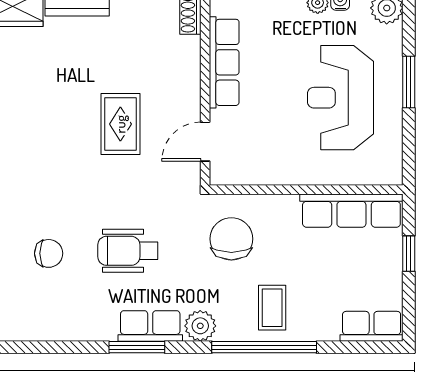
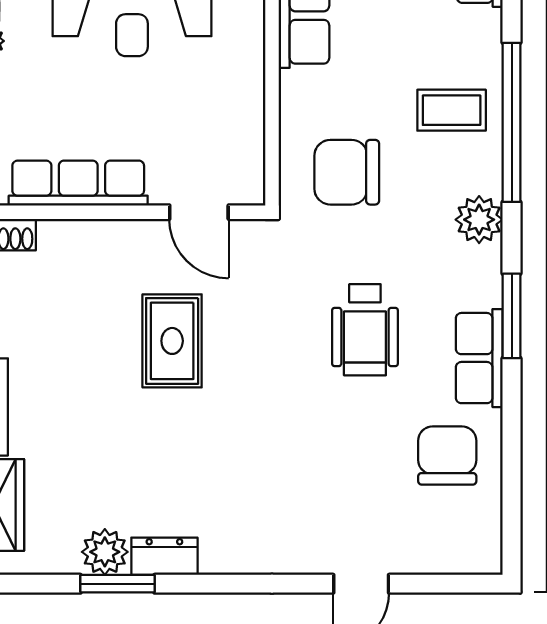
rug: (120, 124) -> (172, 341), turned 90
chair: (49, 253) -> (447, 456), moved, width x1.37, depth x1.37
row of seats: (150, 326) -> (479, 358), moved

